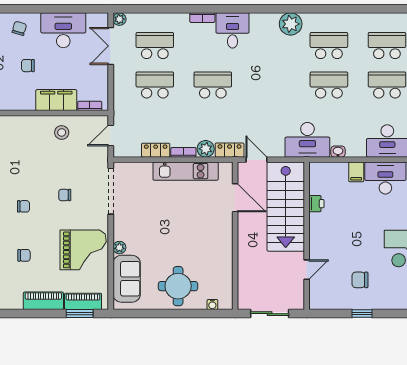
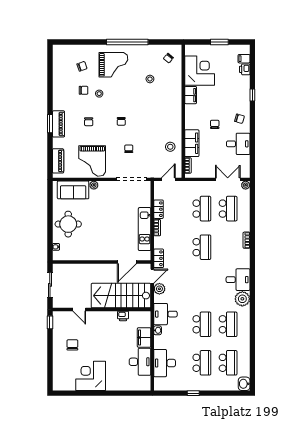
desk: (63, 30) -> (238, 144), width x0.73
desk: (233, 30) -> (238, 280), moved
door: (111, 135) -> (168, 179), hinge flipped
desk: (307, 140) -> (165, 314), width x0.73
plant: (206, 149) -> (159, 289), moved
filing cabinet: (356, 172) -> (144, 337), width x2.00
piano: (43, 301) -> (58, 124), moved
window: (80, 314) -> (50, 124), moved
window: (362, 314) -> (50, 322), moved

